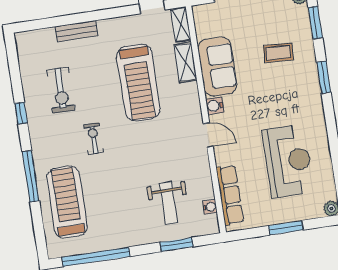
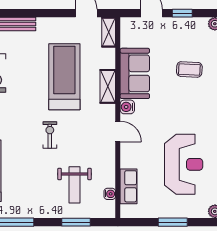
shelving: (185, 62) -> (108, 86), moved
treadmill: (138, 83) -> (64, 77), turned 180
exercise bike: (94, 138) -> (50, 135), moved
row of seats: (230, 195) -> (129, 186), width x0.68

